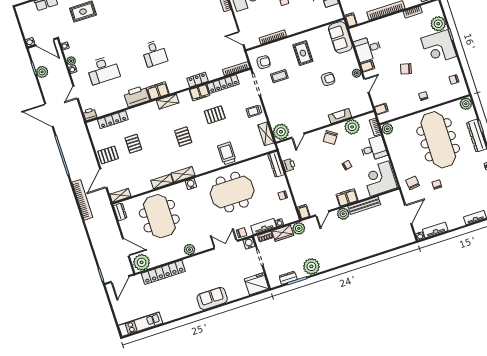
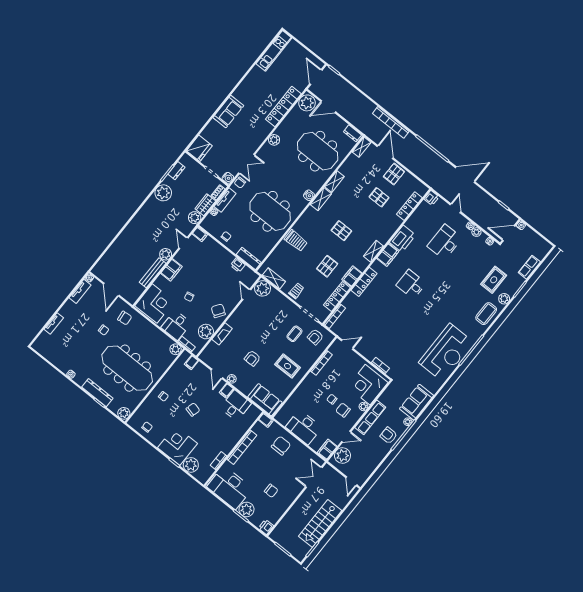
plant: (42, 72) -> (495, 207), removed
locker: (197, 80) -> (364, 282), width x1.53
meeting table: (232, 192) -> (270, 211), turned 90

